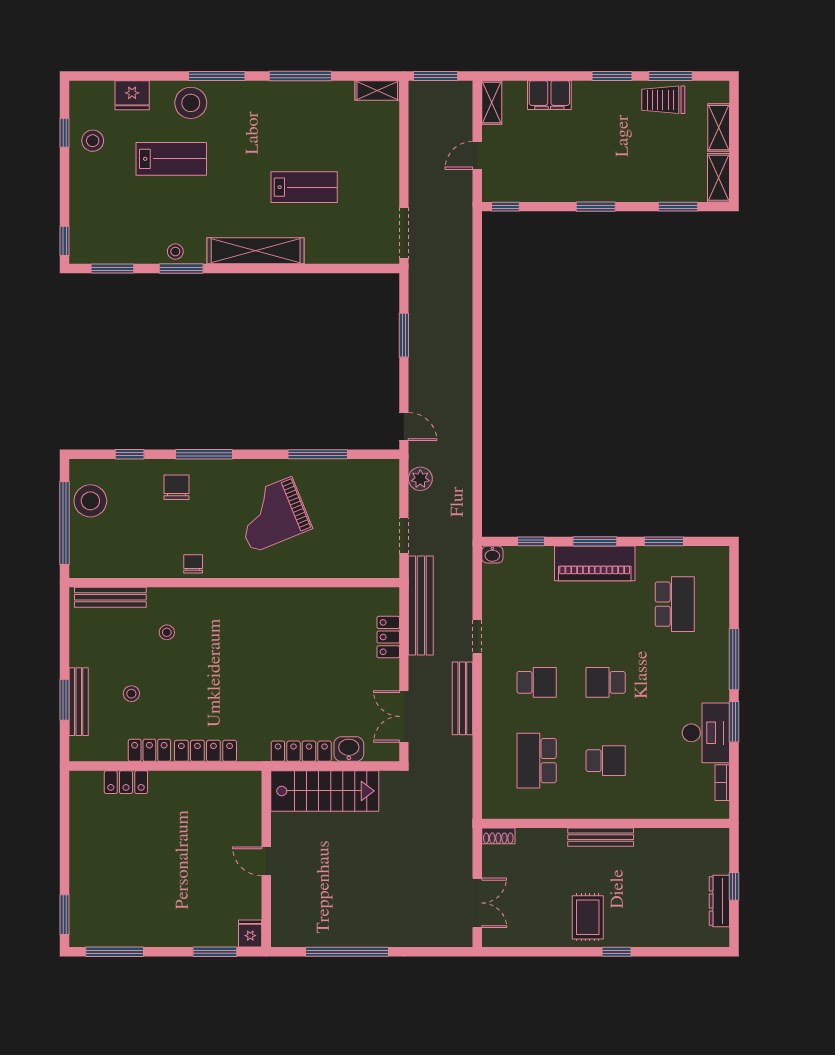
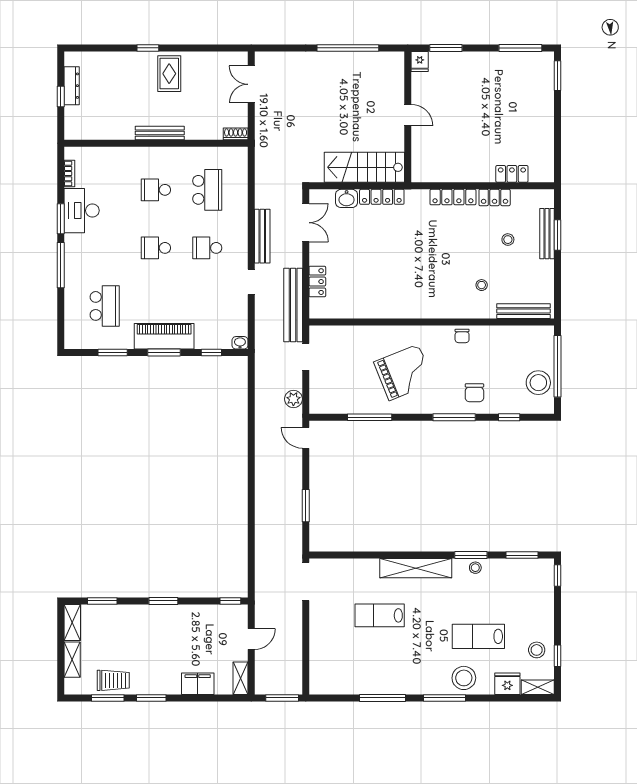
shelving: (377, 90) -> (538, 687), moved
school desk: (675, 604) -> (105, 306), turned 180
school desk: (606, 682) -> (156, 248), turned 180

